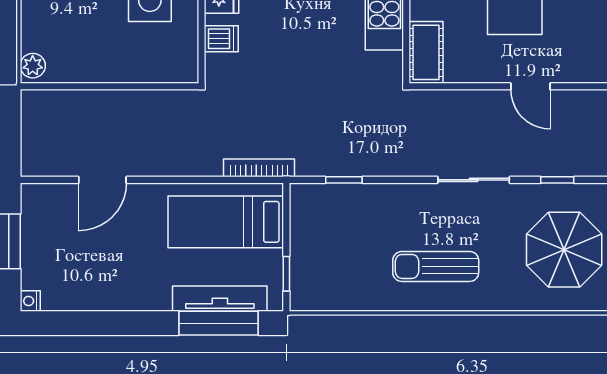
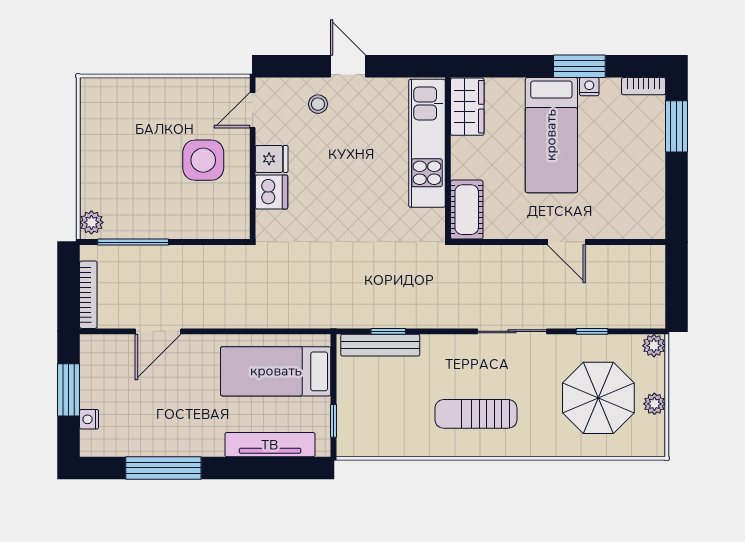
dishwasher: (221, 39) -> (271, 192), width x1.38
window: (76, 86) -> (133, 242), added
bookcase: (259, 168) -> (88, 295), moved, turned 90
bench: (335, 194) -> (380, 345), added
nightstand: (30, 301) -> (89, 419), moved
window: (219, 323) -> (163, 468), moved

